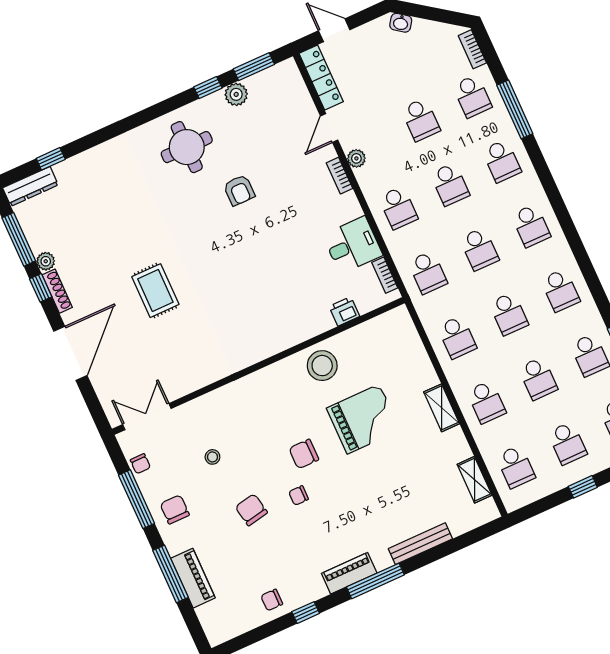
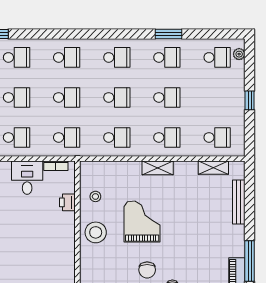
stool: (368, 344) -> (95, 196), added
school desk: (567, 443) -> (217, 97), removed
bench: (420, 544) -> (239, 202), moved

